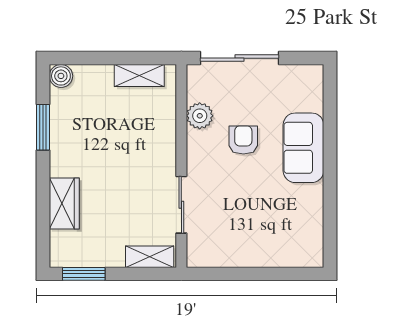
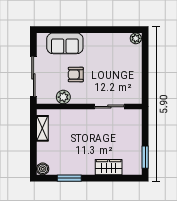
sofa: (303, 148) -> (65, 43), moved
plant: (313, 256) -> (136, 38), added
shelving: (150, 257) -> (136, 123), removed

